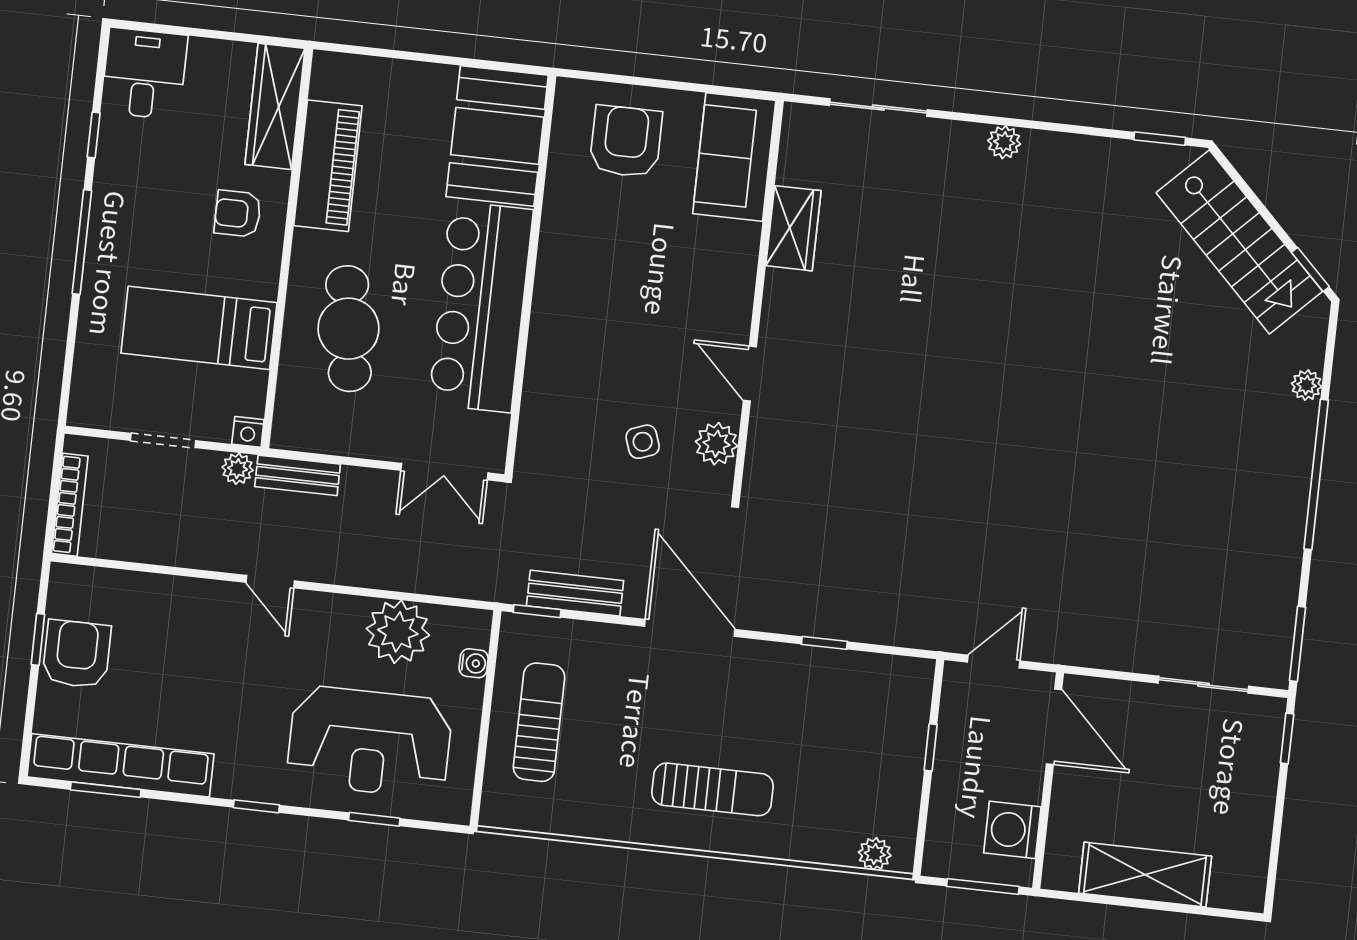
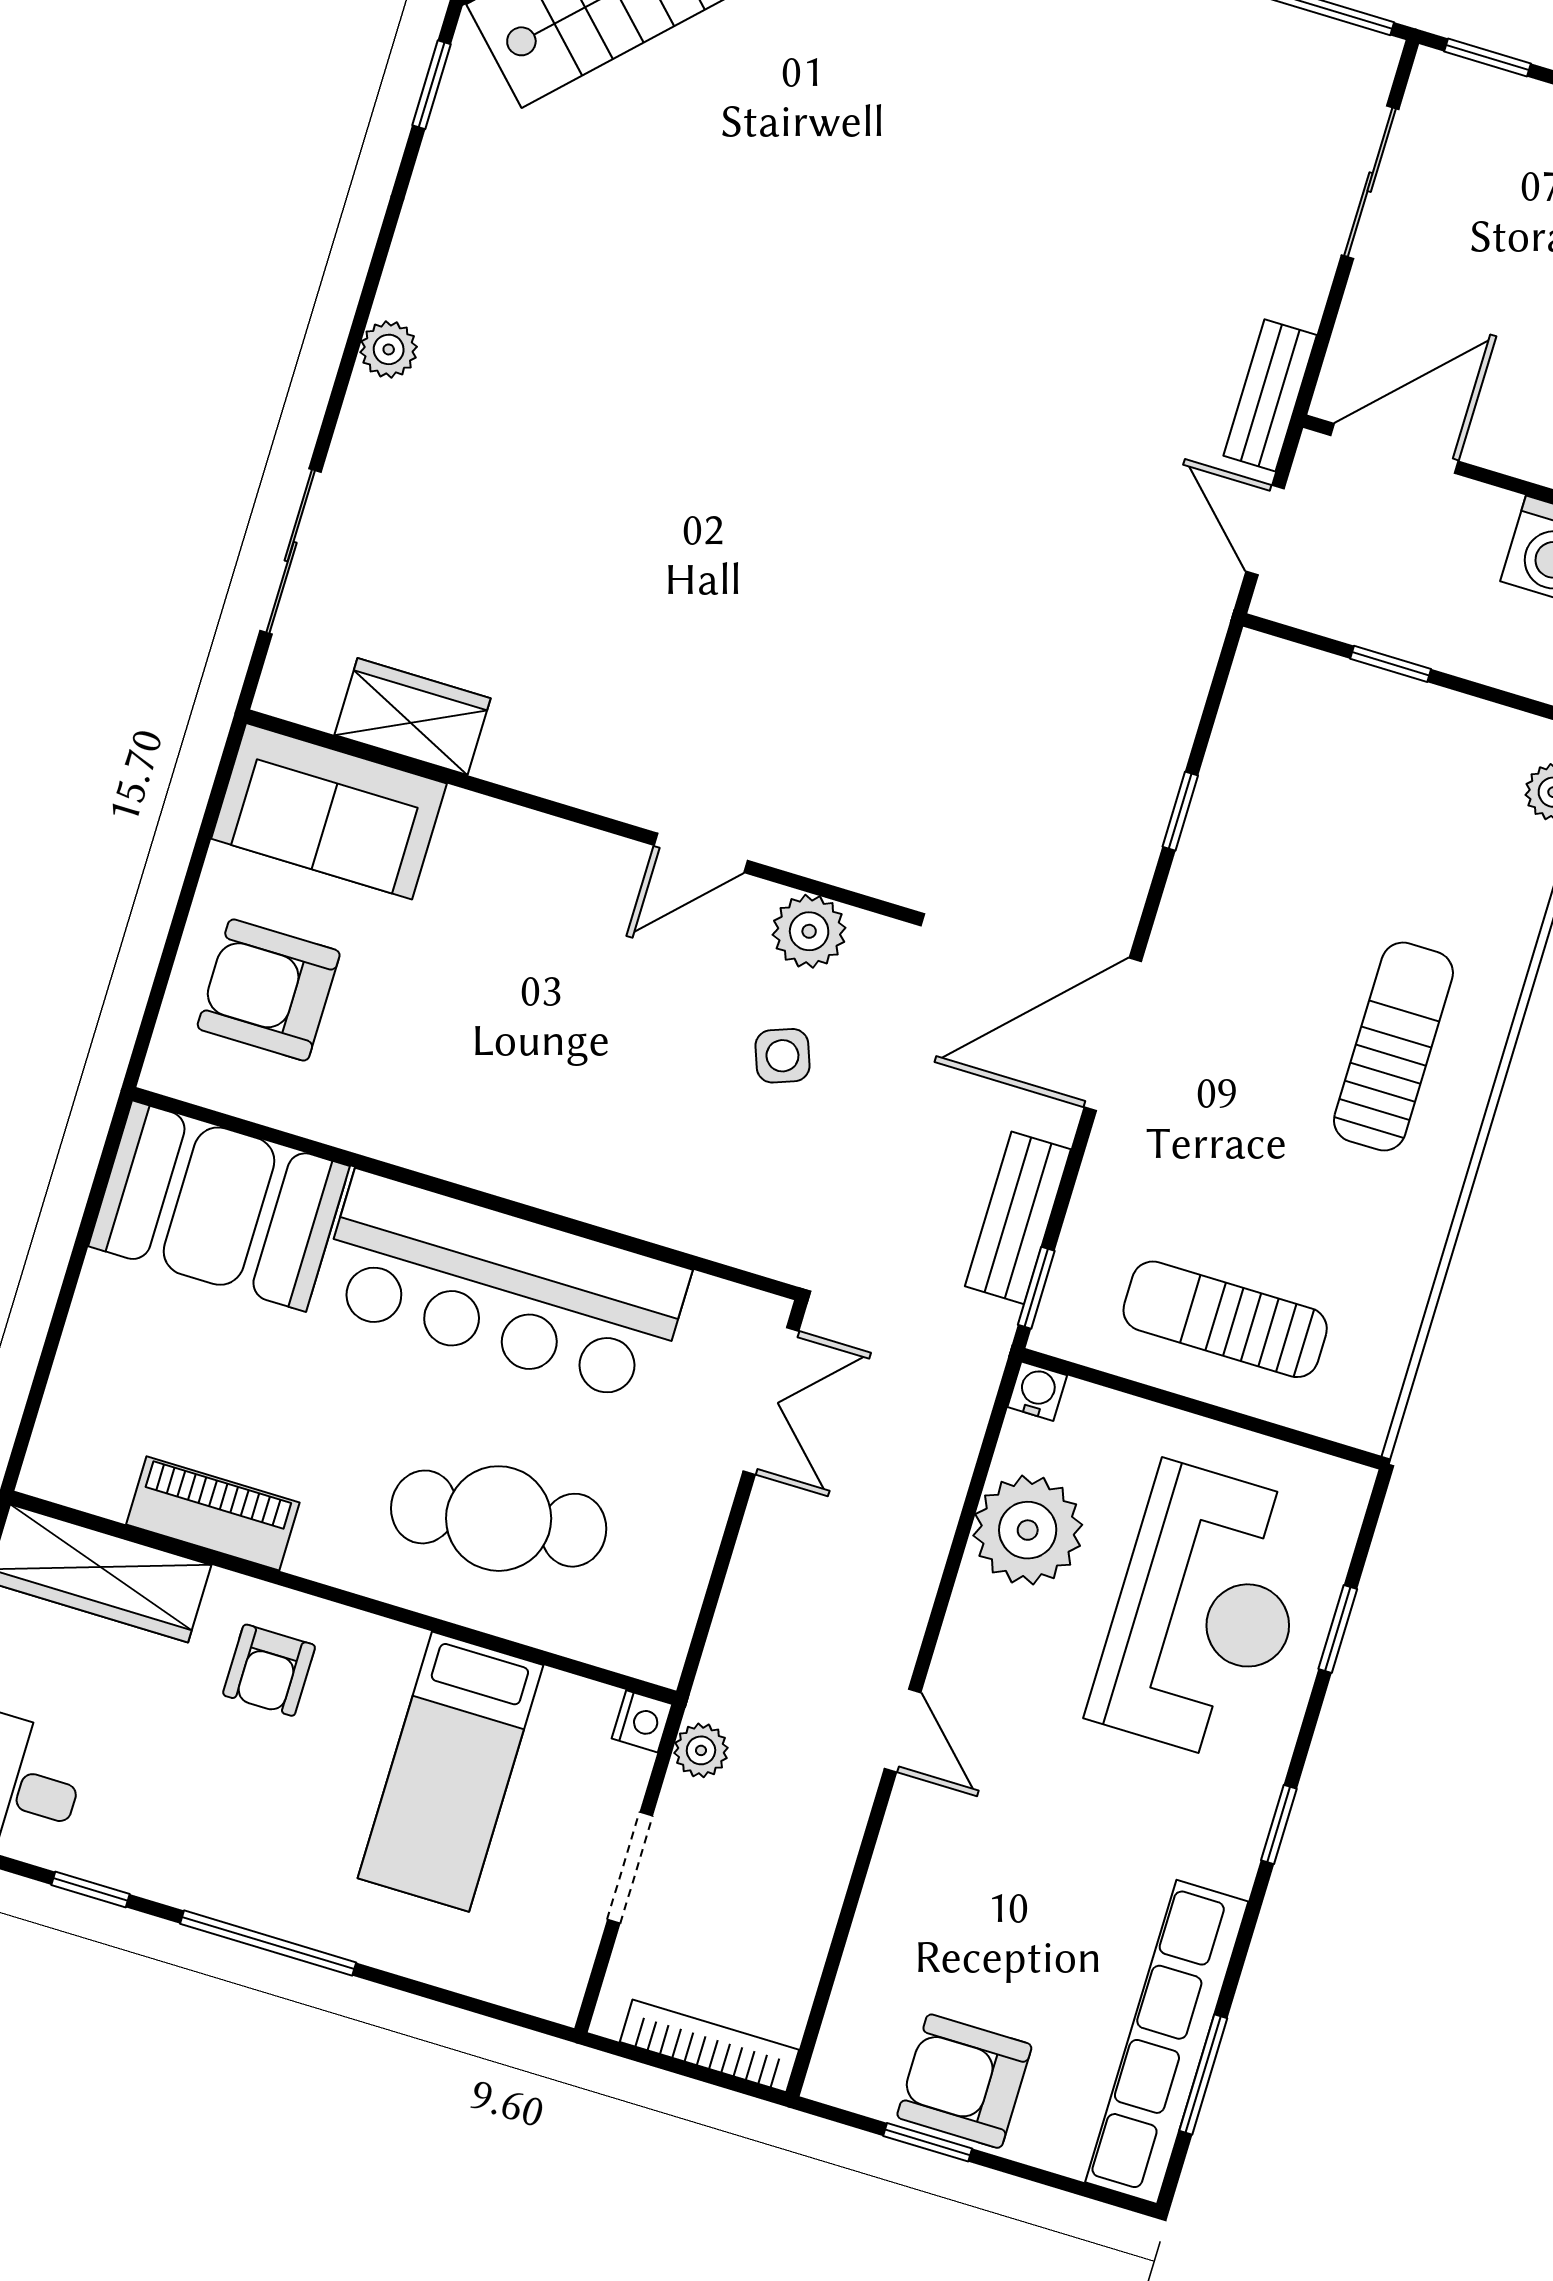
piano: (328, 166) -> (213, 1513), width x0.73, depth x0.75
wardrobe: (793, 228) -> (412, 717), moved
bench: (298, 475) -> (1270, 395), moved
door: (270, 582) -> (903, 1730), hinge flipped
water cooler: (474, 663) -> (1037, 1391), moved

